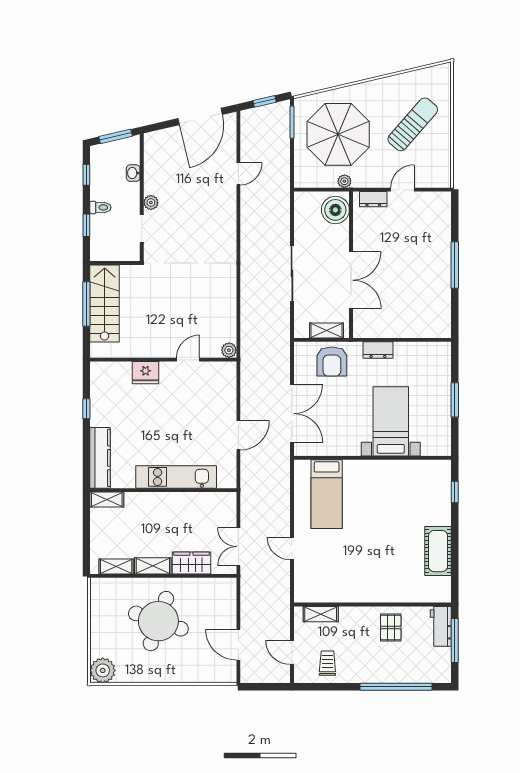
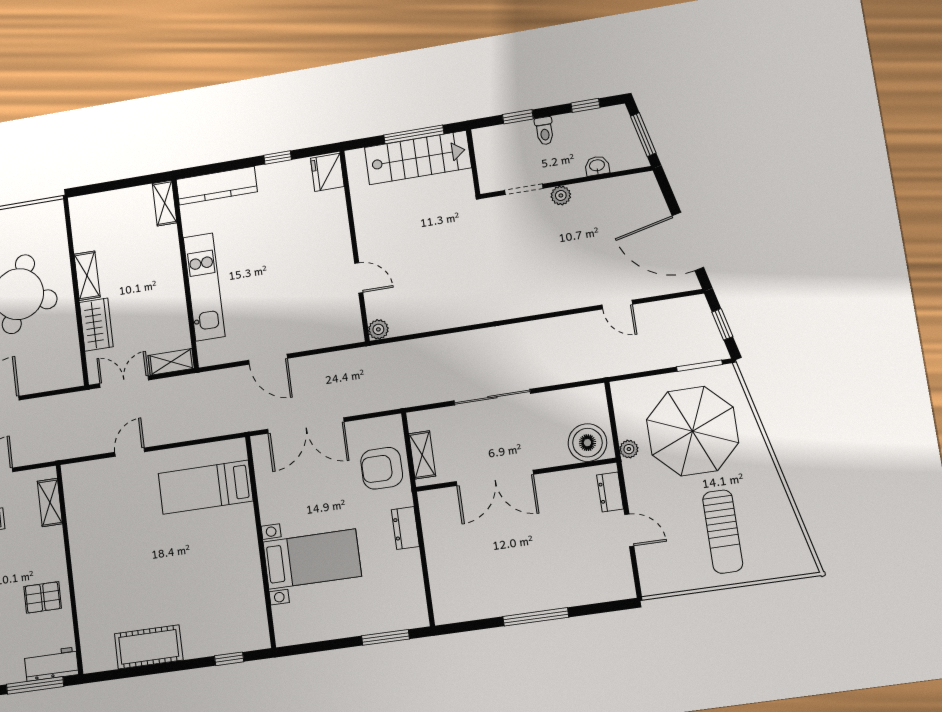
sun lounger: (413, 124) -> (723, 532), turned 49
fridge: (146, 373) -> (327, 172), moved
window: (455, 400) -> (385, 637), moved
shelving: (116, 566) -> (171, 362), moved, turned 90

